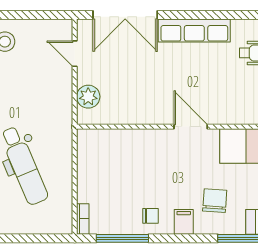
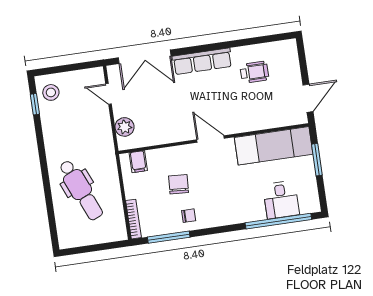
chair: (215, 201) -> (179, 184), moved
bookcase: (83, 219) -> (134, 219), width x1.56
filing cabinet: (184, 222) -> (138, 162), moved, turned 180

